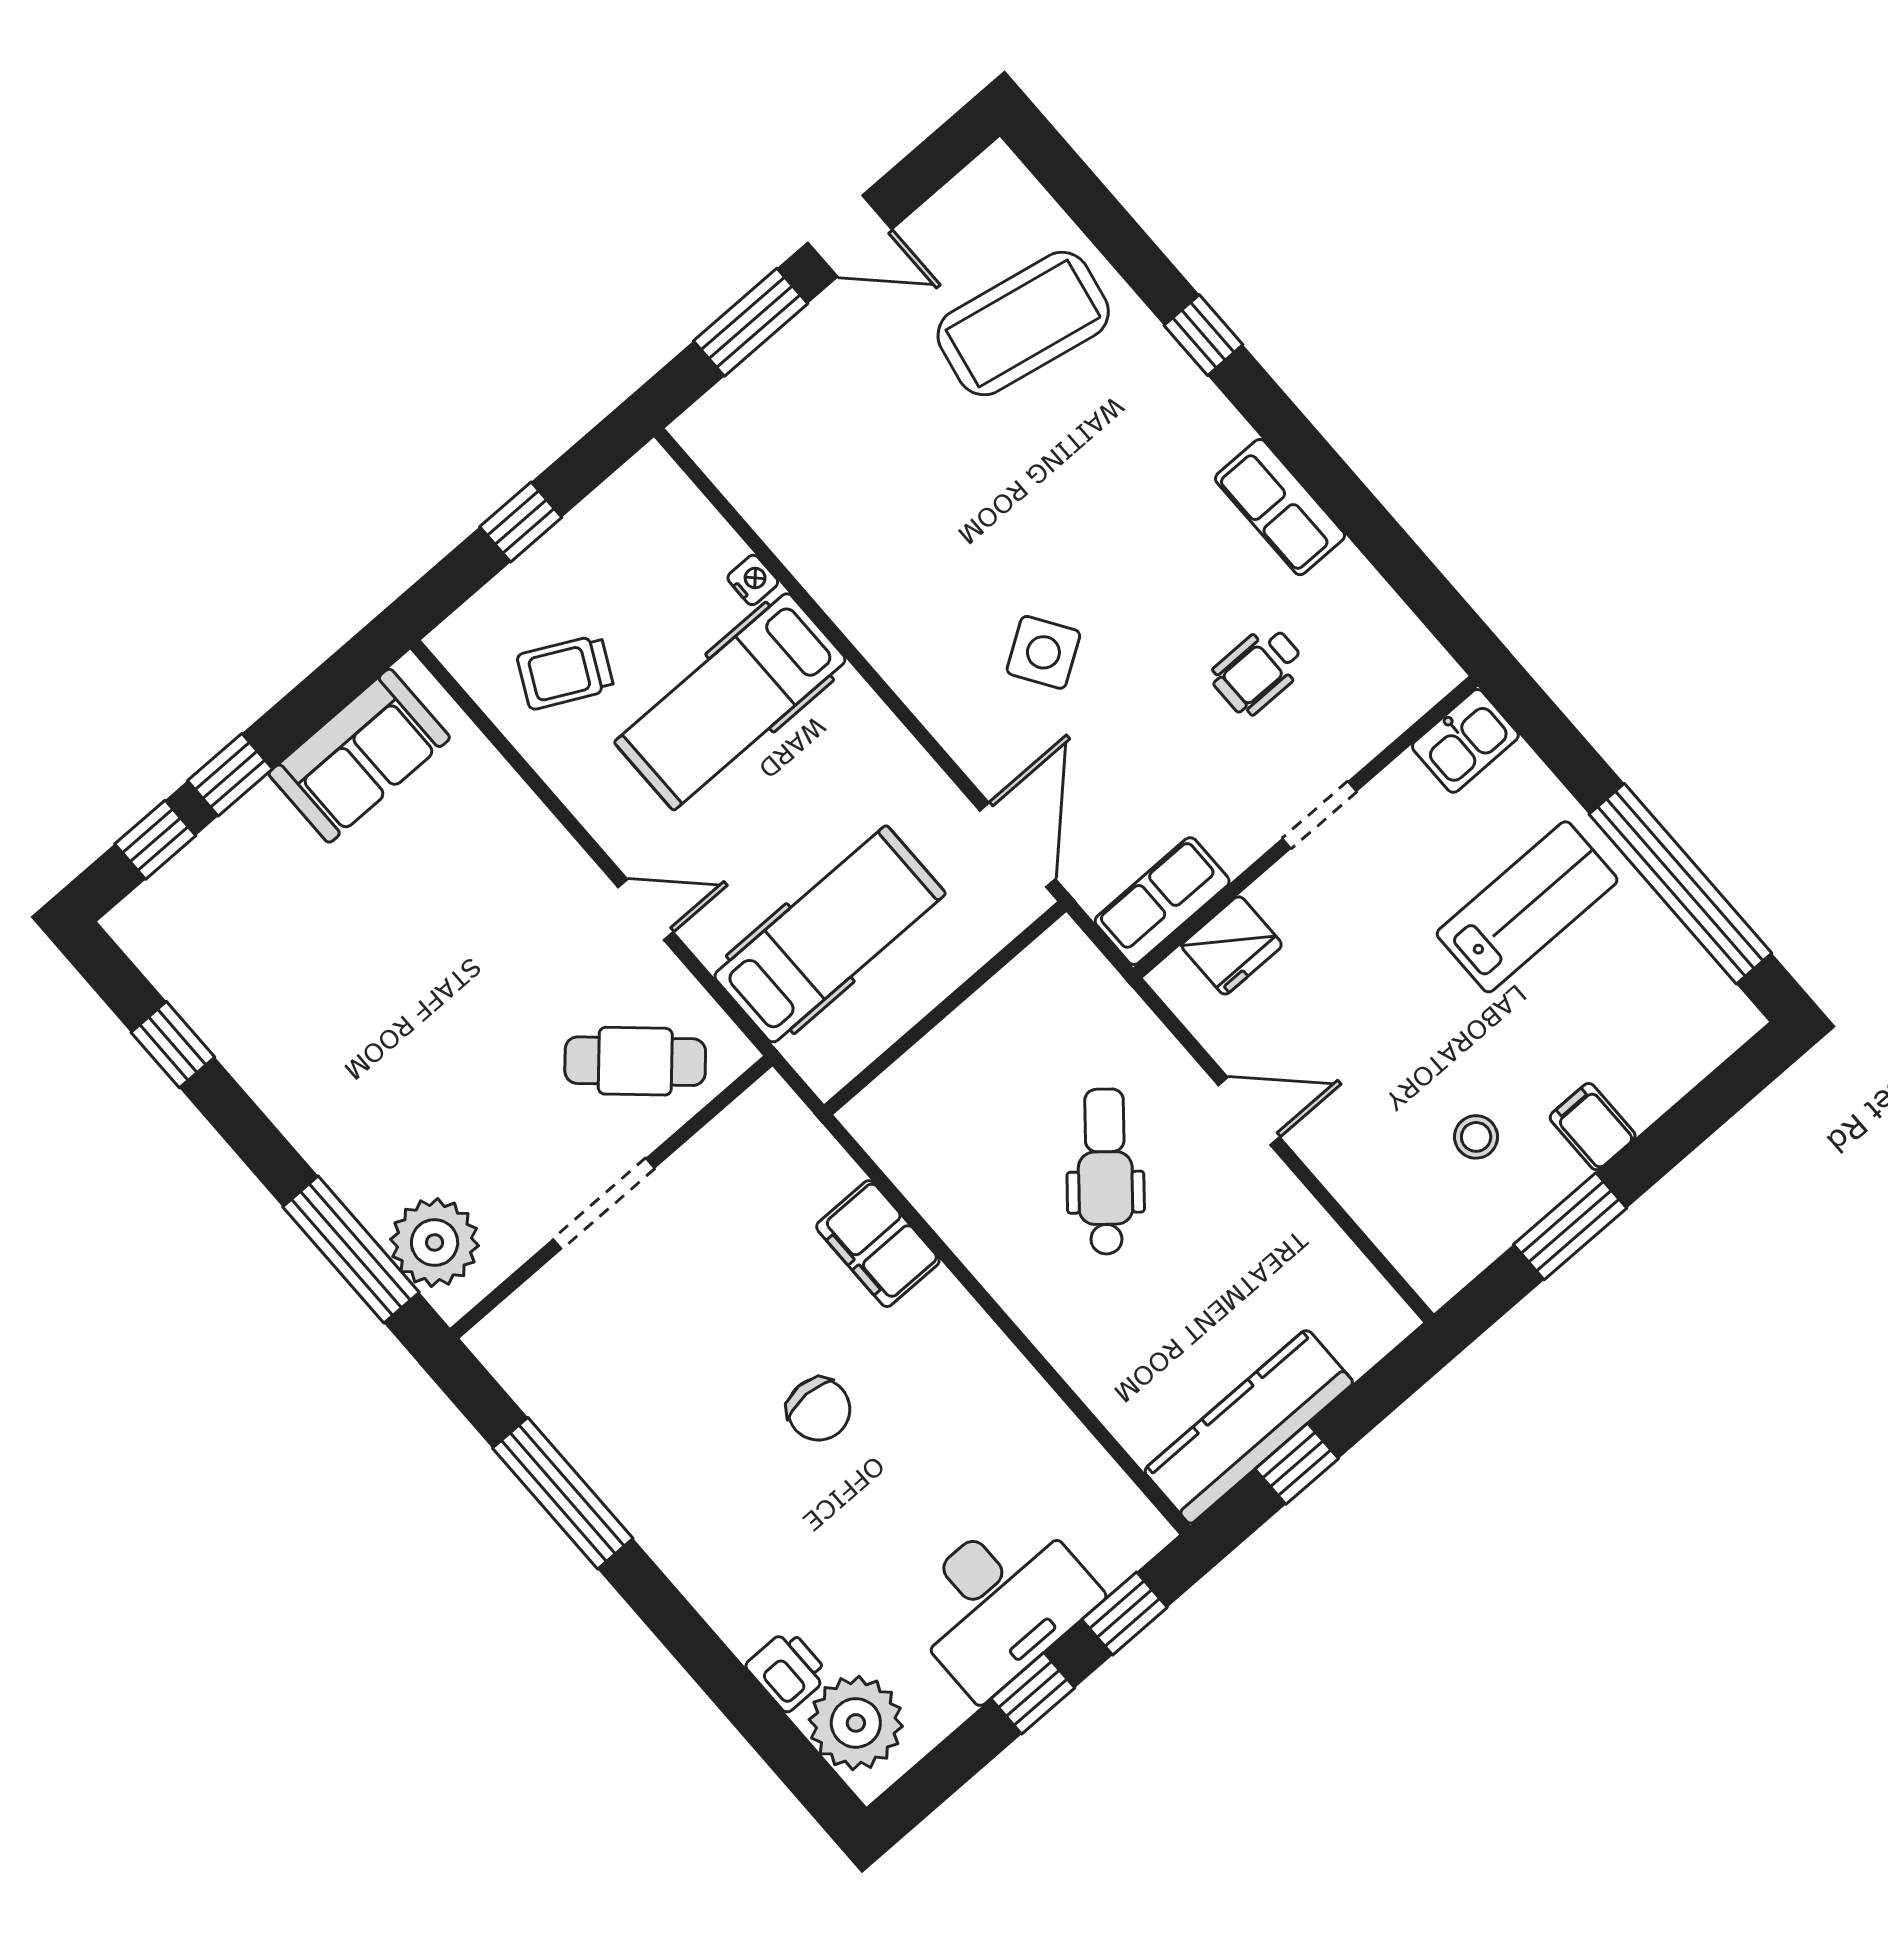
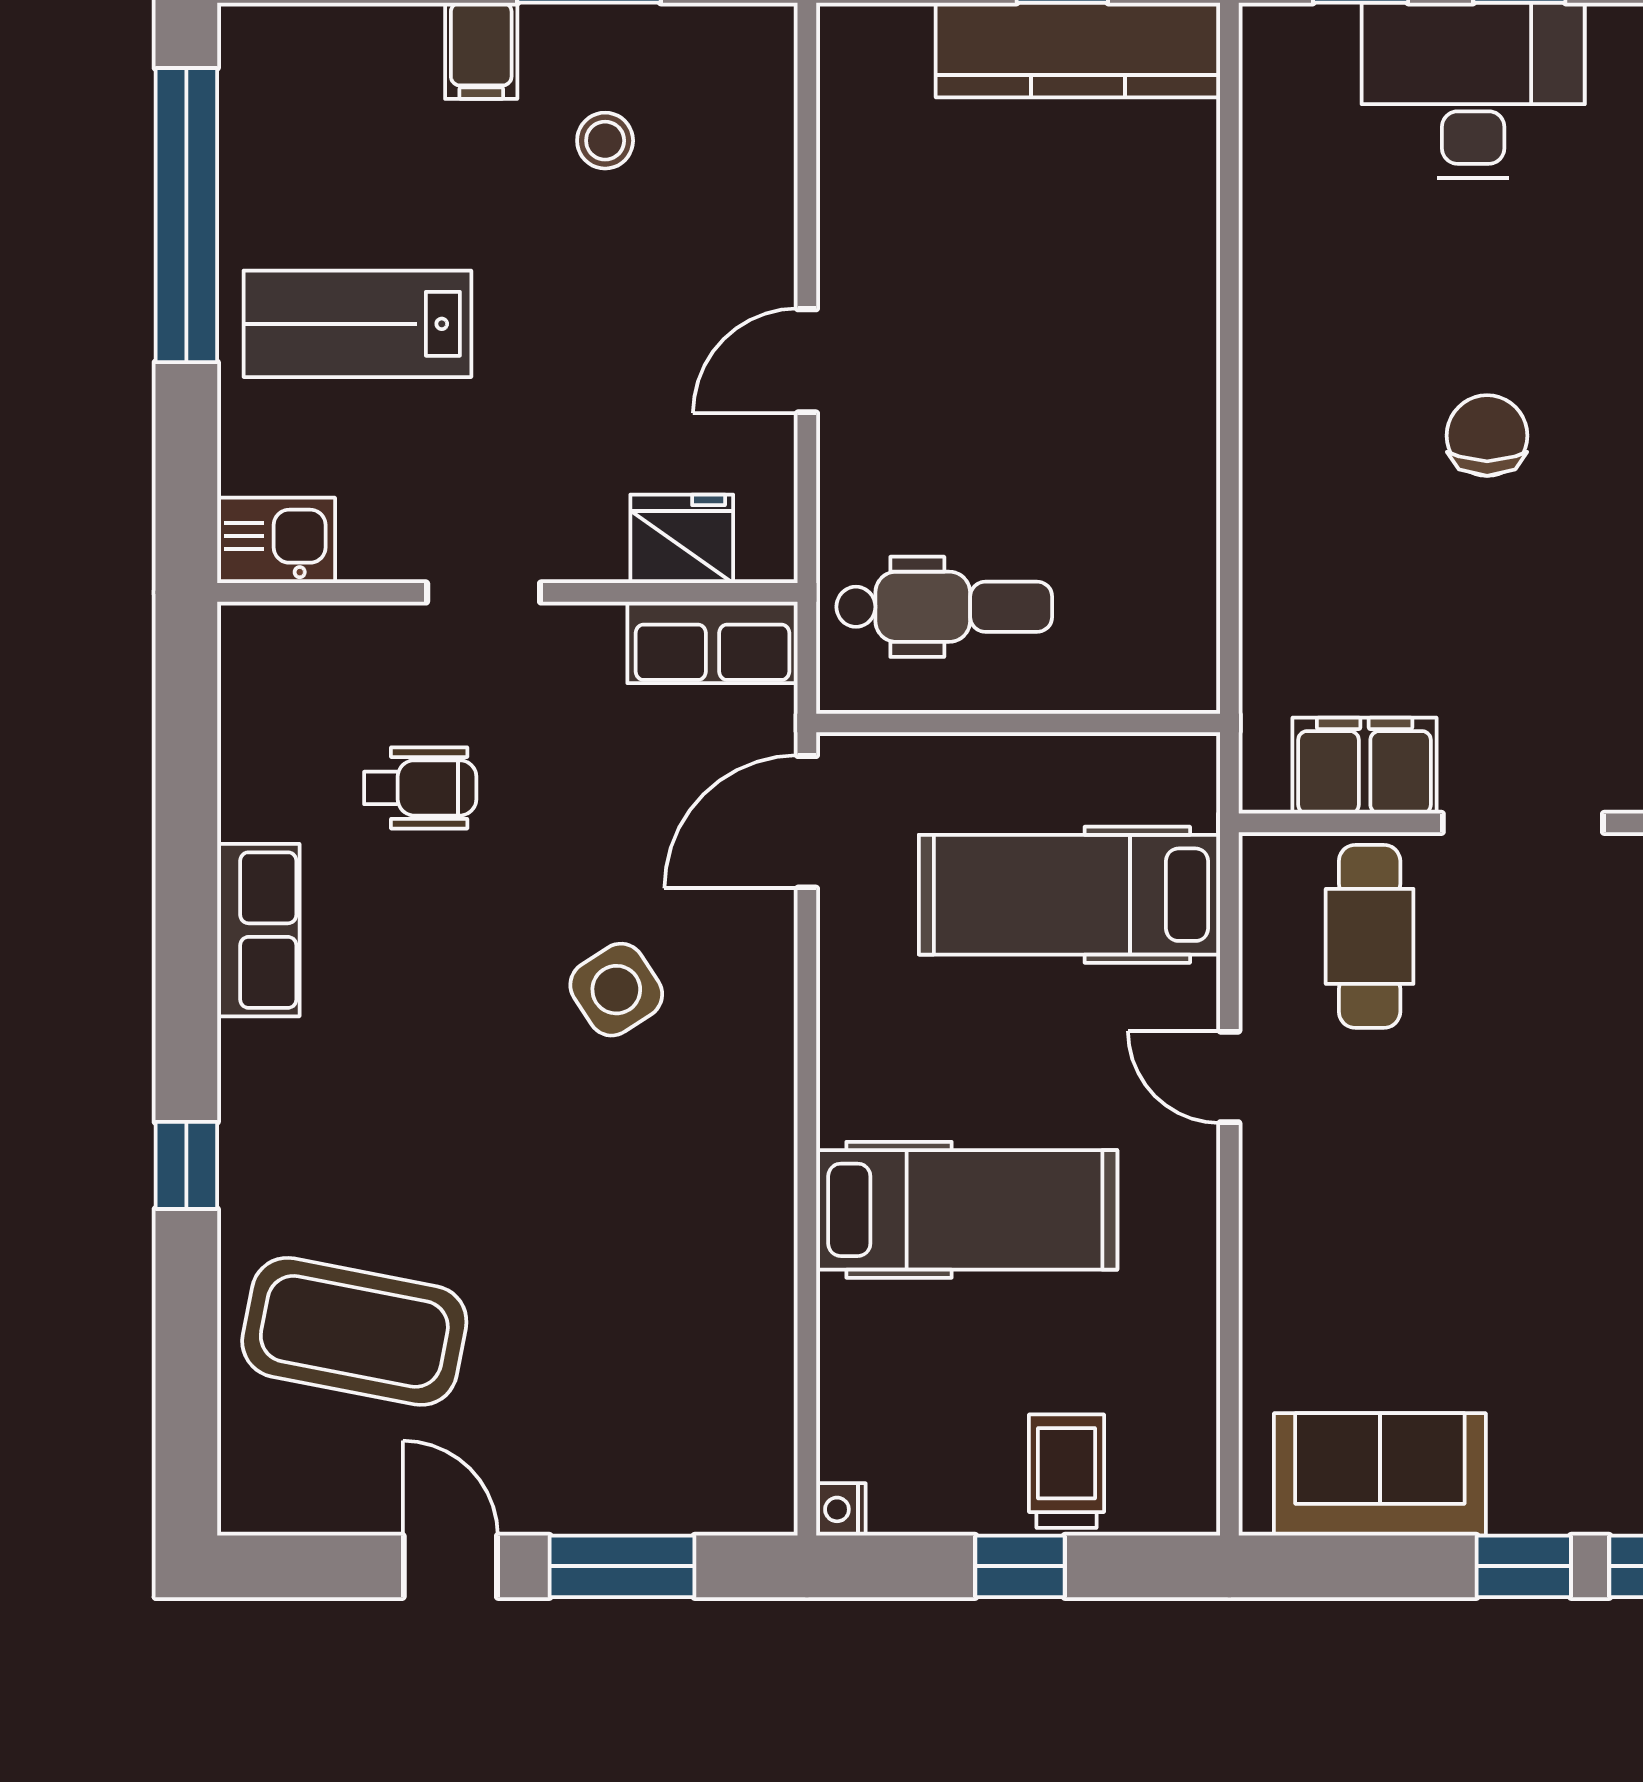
nightstand: (753, 580) -> (841, 1509), moved
trolley: (565, 672) -> (1067, 1471), moved, turned -117
cafe table: (635, 1061) -> (1370, 936), turned 48
door: (1249, 1111) -> (807, 361), hinge flipped
dental chair: (1105, 1172) -> (944, 607), moved, turned -130
filing cabinet: (878, 1244) -> (1365, 766), moved, turned -90

